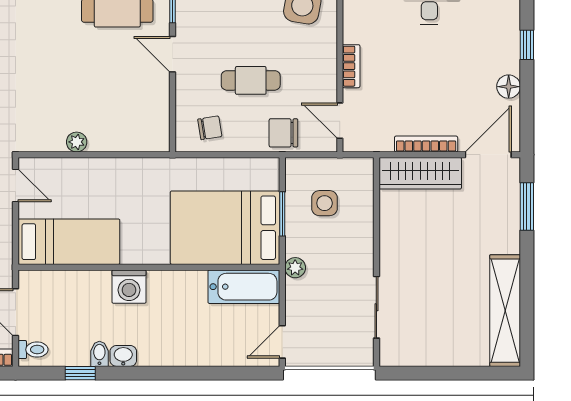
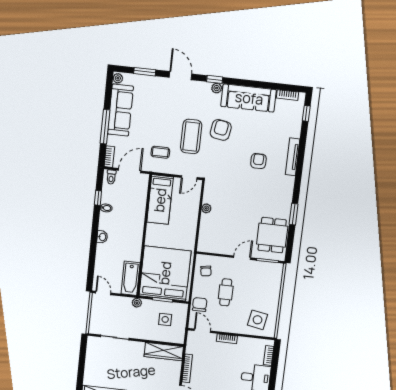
door: (340, 121) -> (202, 331), hinge flipped
wardrobe: (420, 173) -> (164, 352), moved, turned -90
bed: (225, 228) -> (165, 273), width x1.36
washing machine: (129, 287) -> (136, 225), removed
washbasin: (123, 356) -> (102, 237), moved

